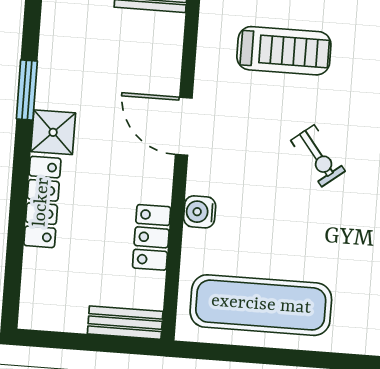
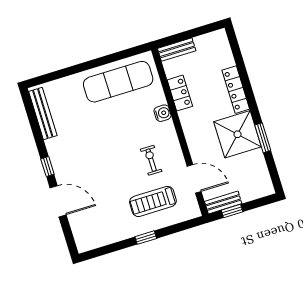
door: (184, 126) -> (194, 179), moved
shower: (53, 132) -> (238, 134), width x1.86, depth x1.86
exercise bike: (318, 156) -> (151, 160), moved, turned 38

